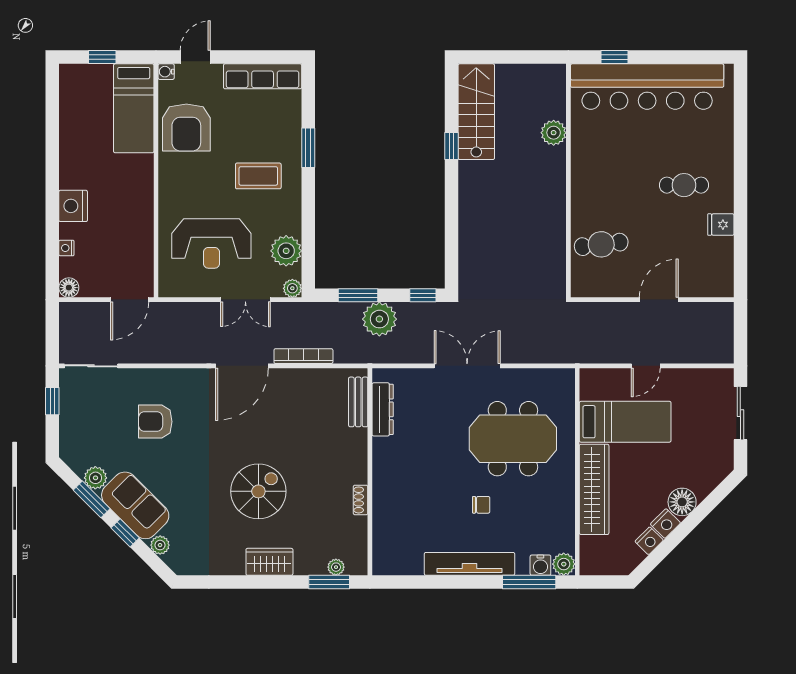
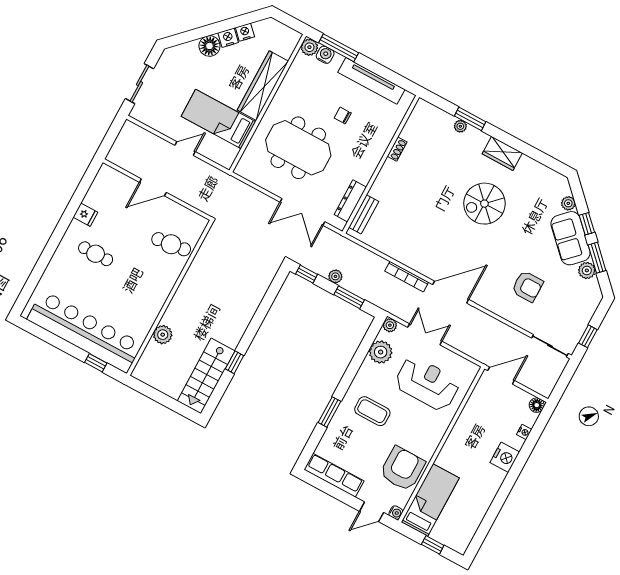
plant: (379, 319) -> (335, 276), width x0.53, depth x0.53
bench: (358, 402) -> (364, 214), moved
dresser: (383, 409) -> (350, 201), moved
wall: (370, 472) -> (381, 164), moved
shoe rack: (361, 500) -> (397, 149), moved

